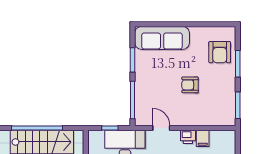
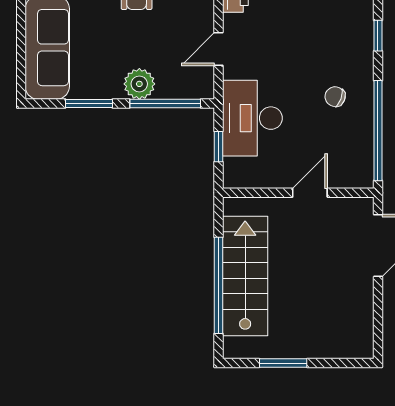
plant: (143, 86) -> (139, 84), added

